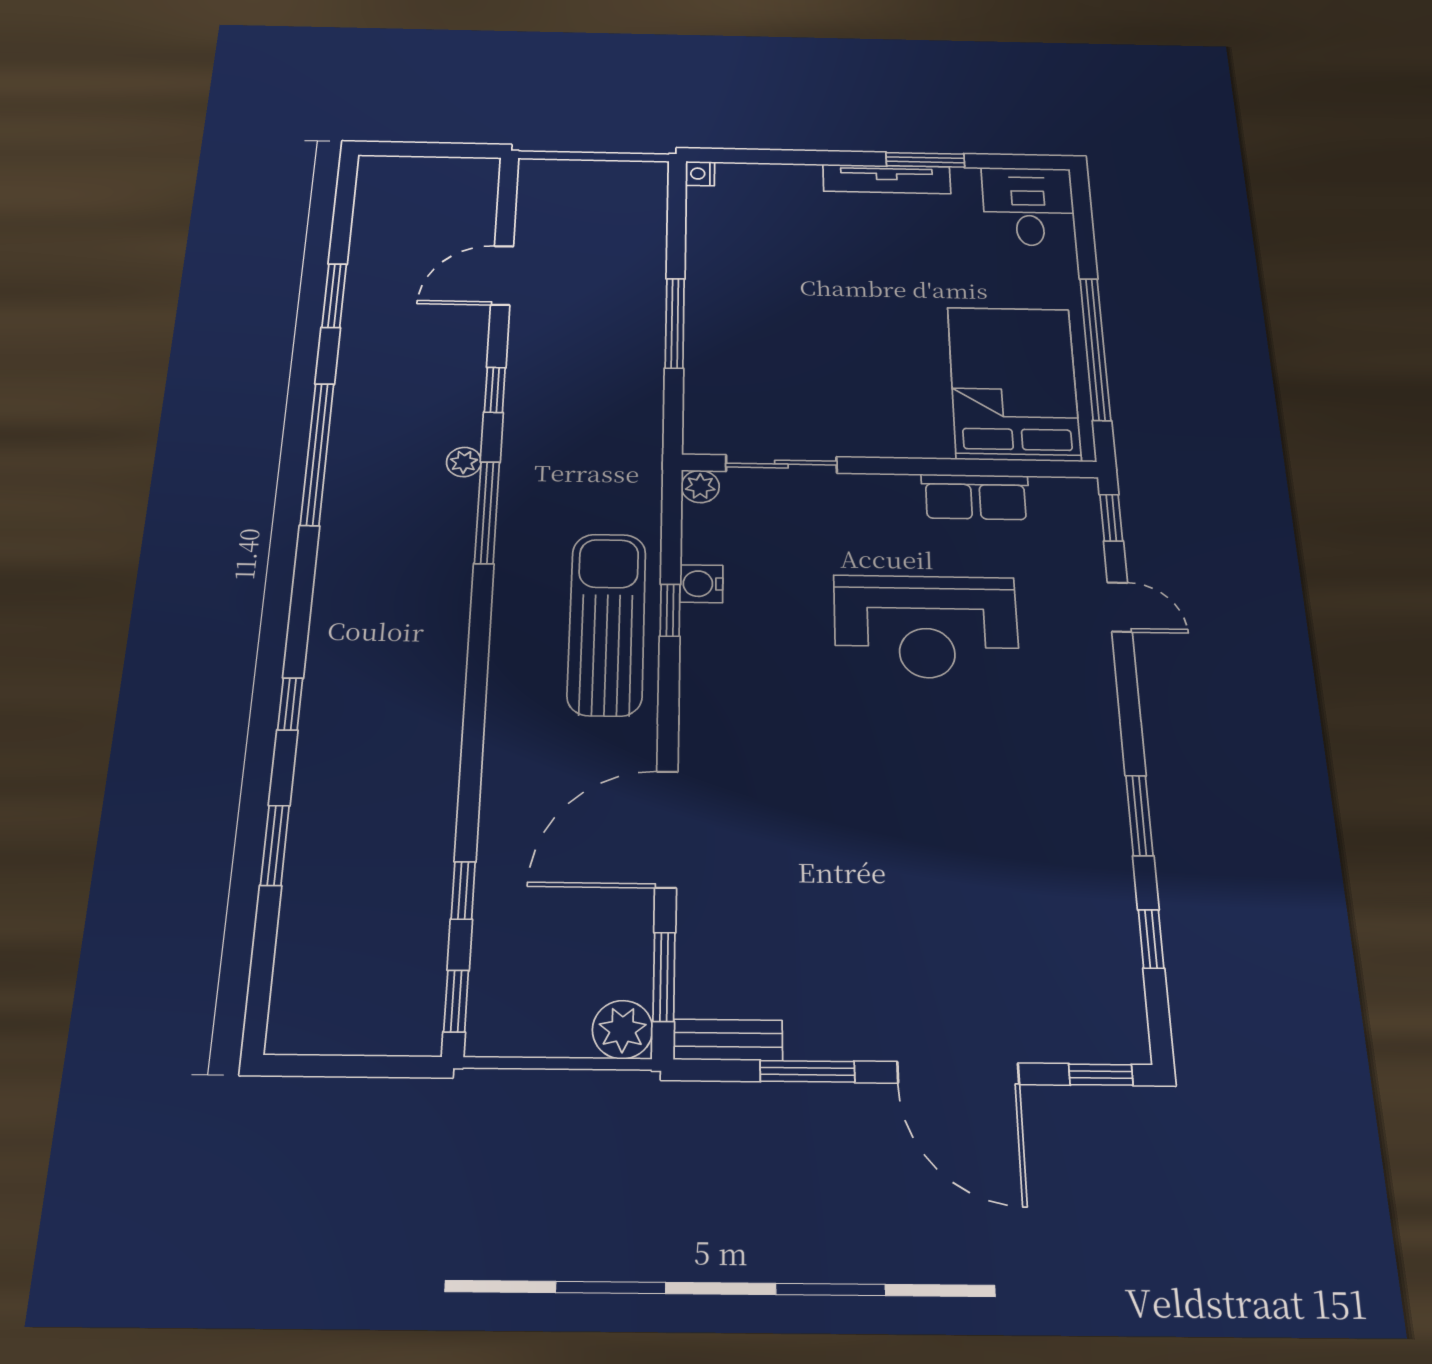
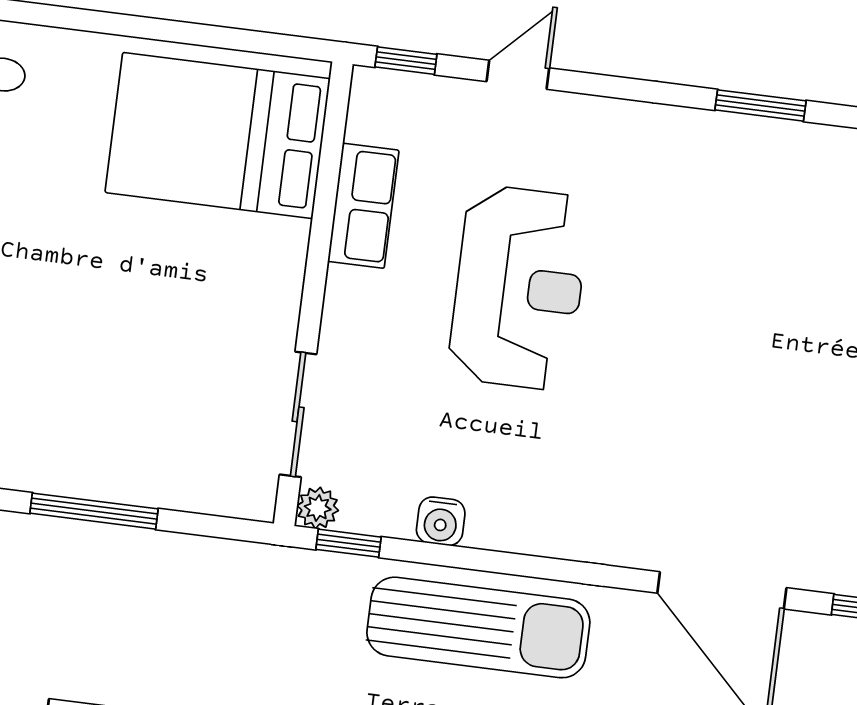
window: (1095, 349) -> (180, 32), removed
window: (670, 610) -> (348, 543), moved
sun lounger: (607, 624) -> (478, 627), turned 180

